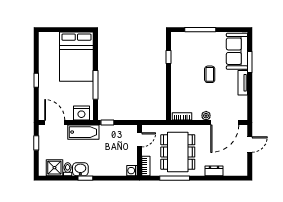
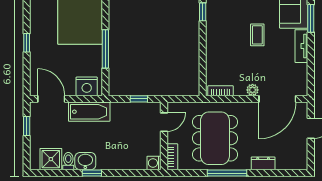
window: (107, 122) -> (139, 99), moved
window: (175, 178) -> (227, 173), moved

